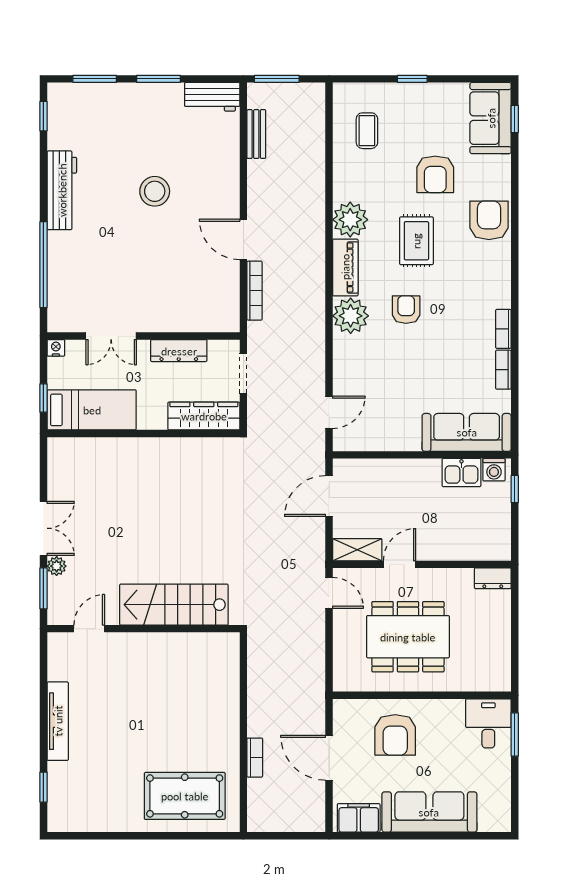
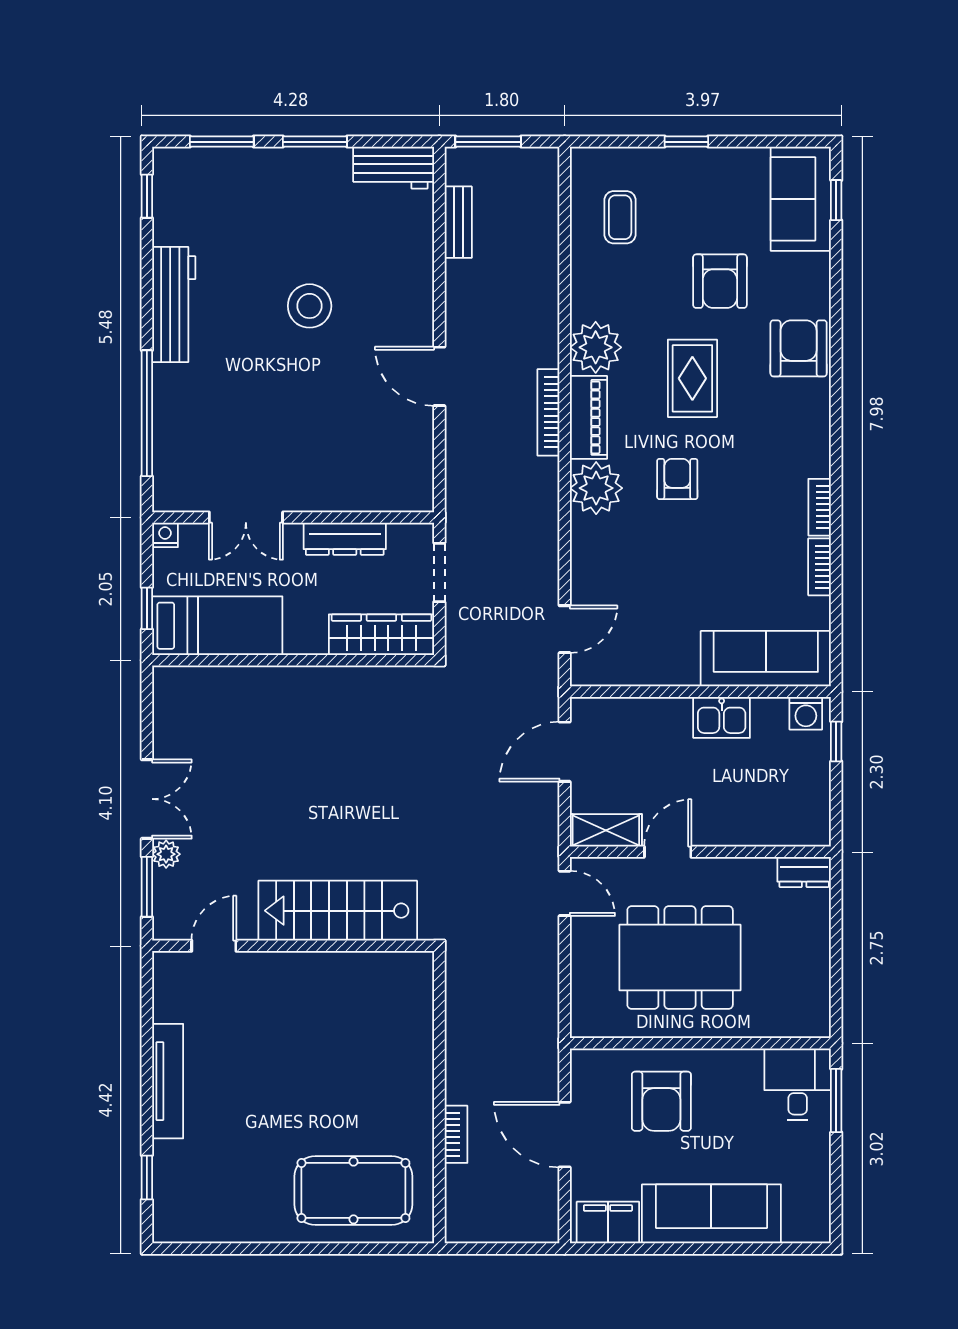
bookcase: (255, 291) -> (548, 412), moved, turned 180
kitchen sink: (461, 473) -> (722, 717), moved

